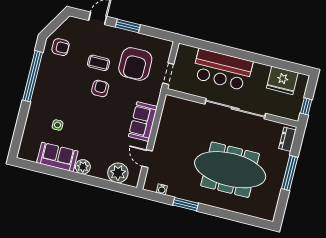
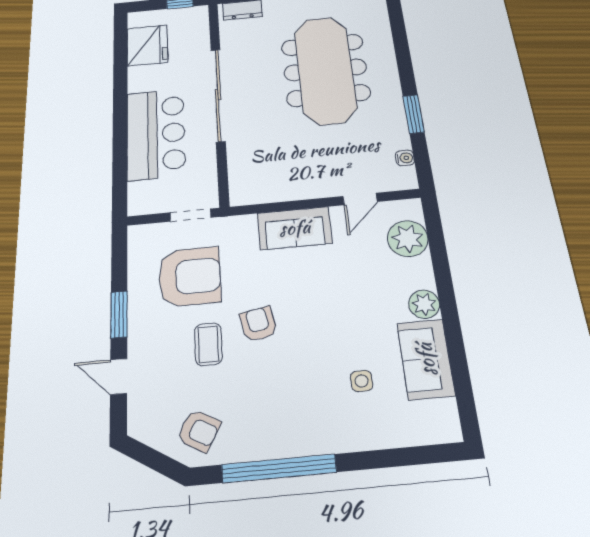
armchair: (61, 47) -> (199, 431), turned 119
armchair: (100, 89) -> (258, 324), turned 79

